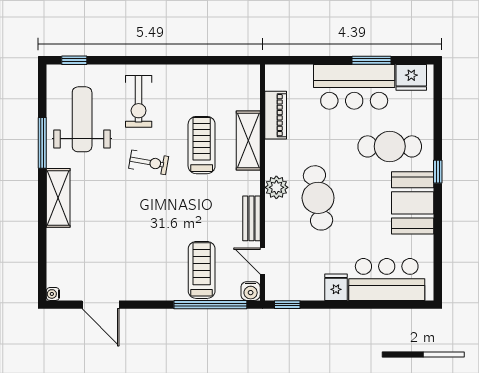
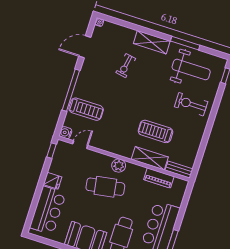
treadmill: (202, 145) -> (156, 131), turned 180
exercise bike: (149, 162) -> (126, 66), moved
bench: (251, 218) -> (179, 170), moved
window: (210, 305) -> (71, 90), moved

